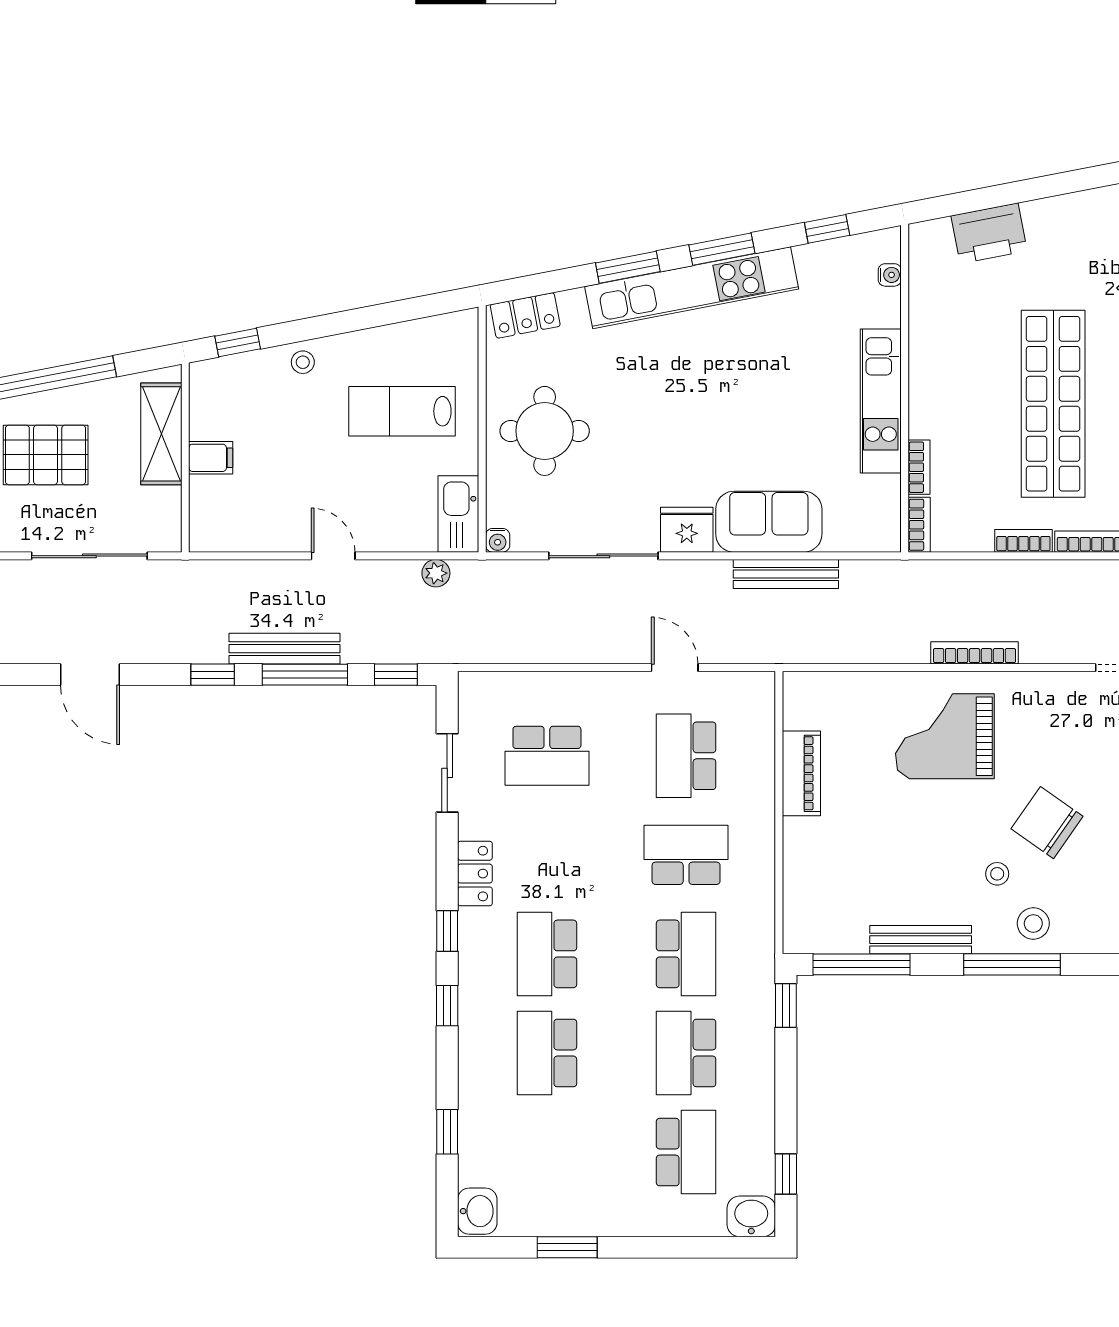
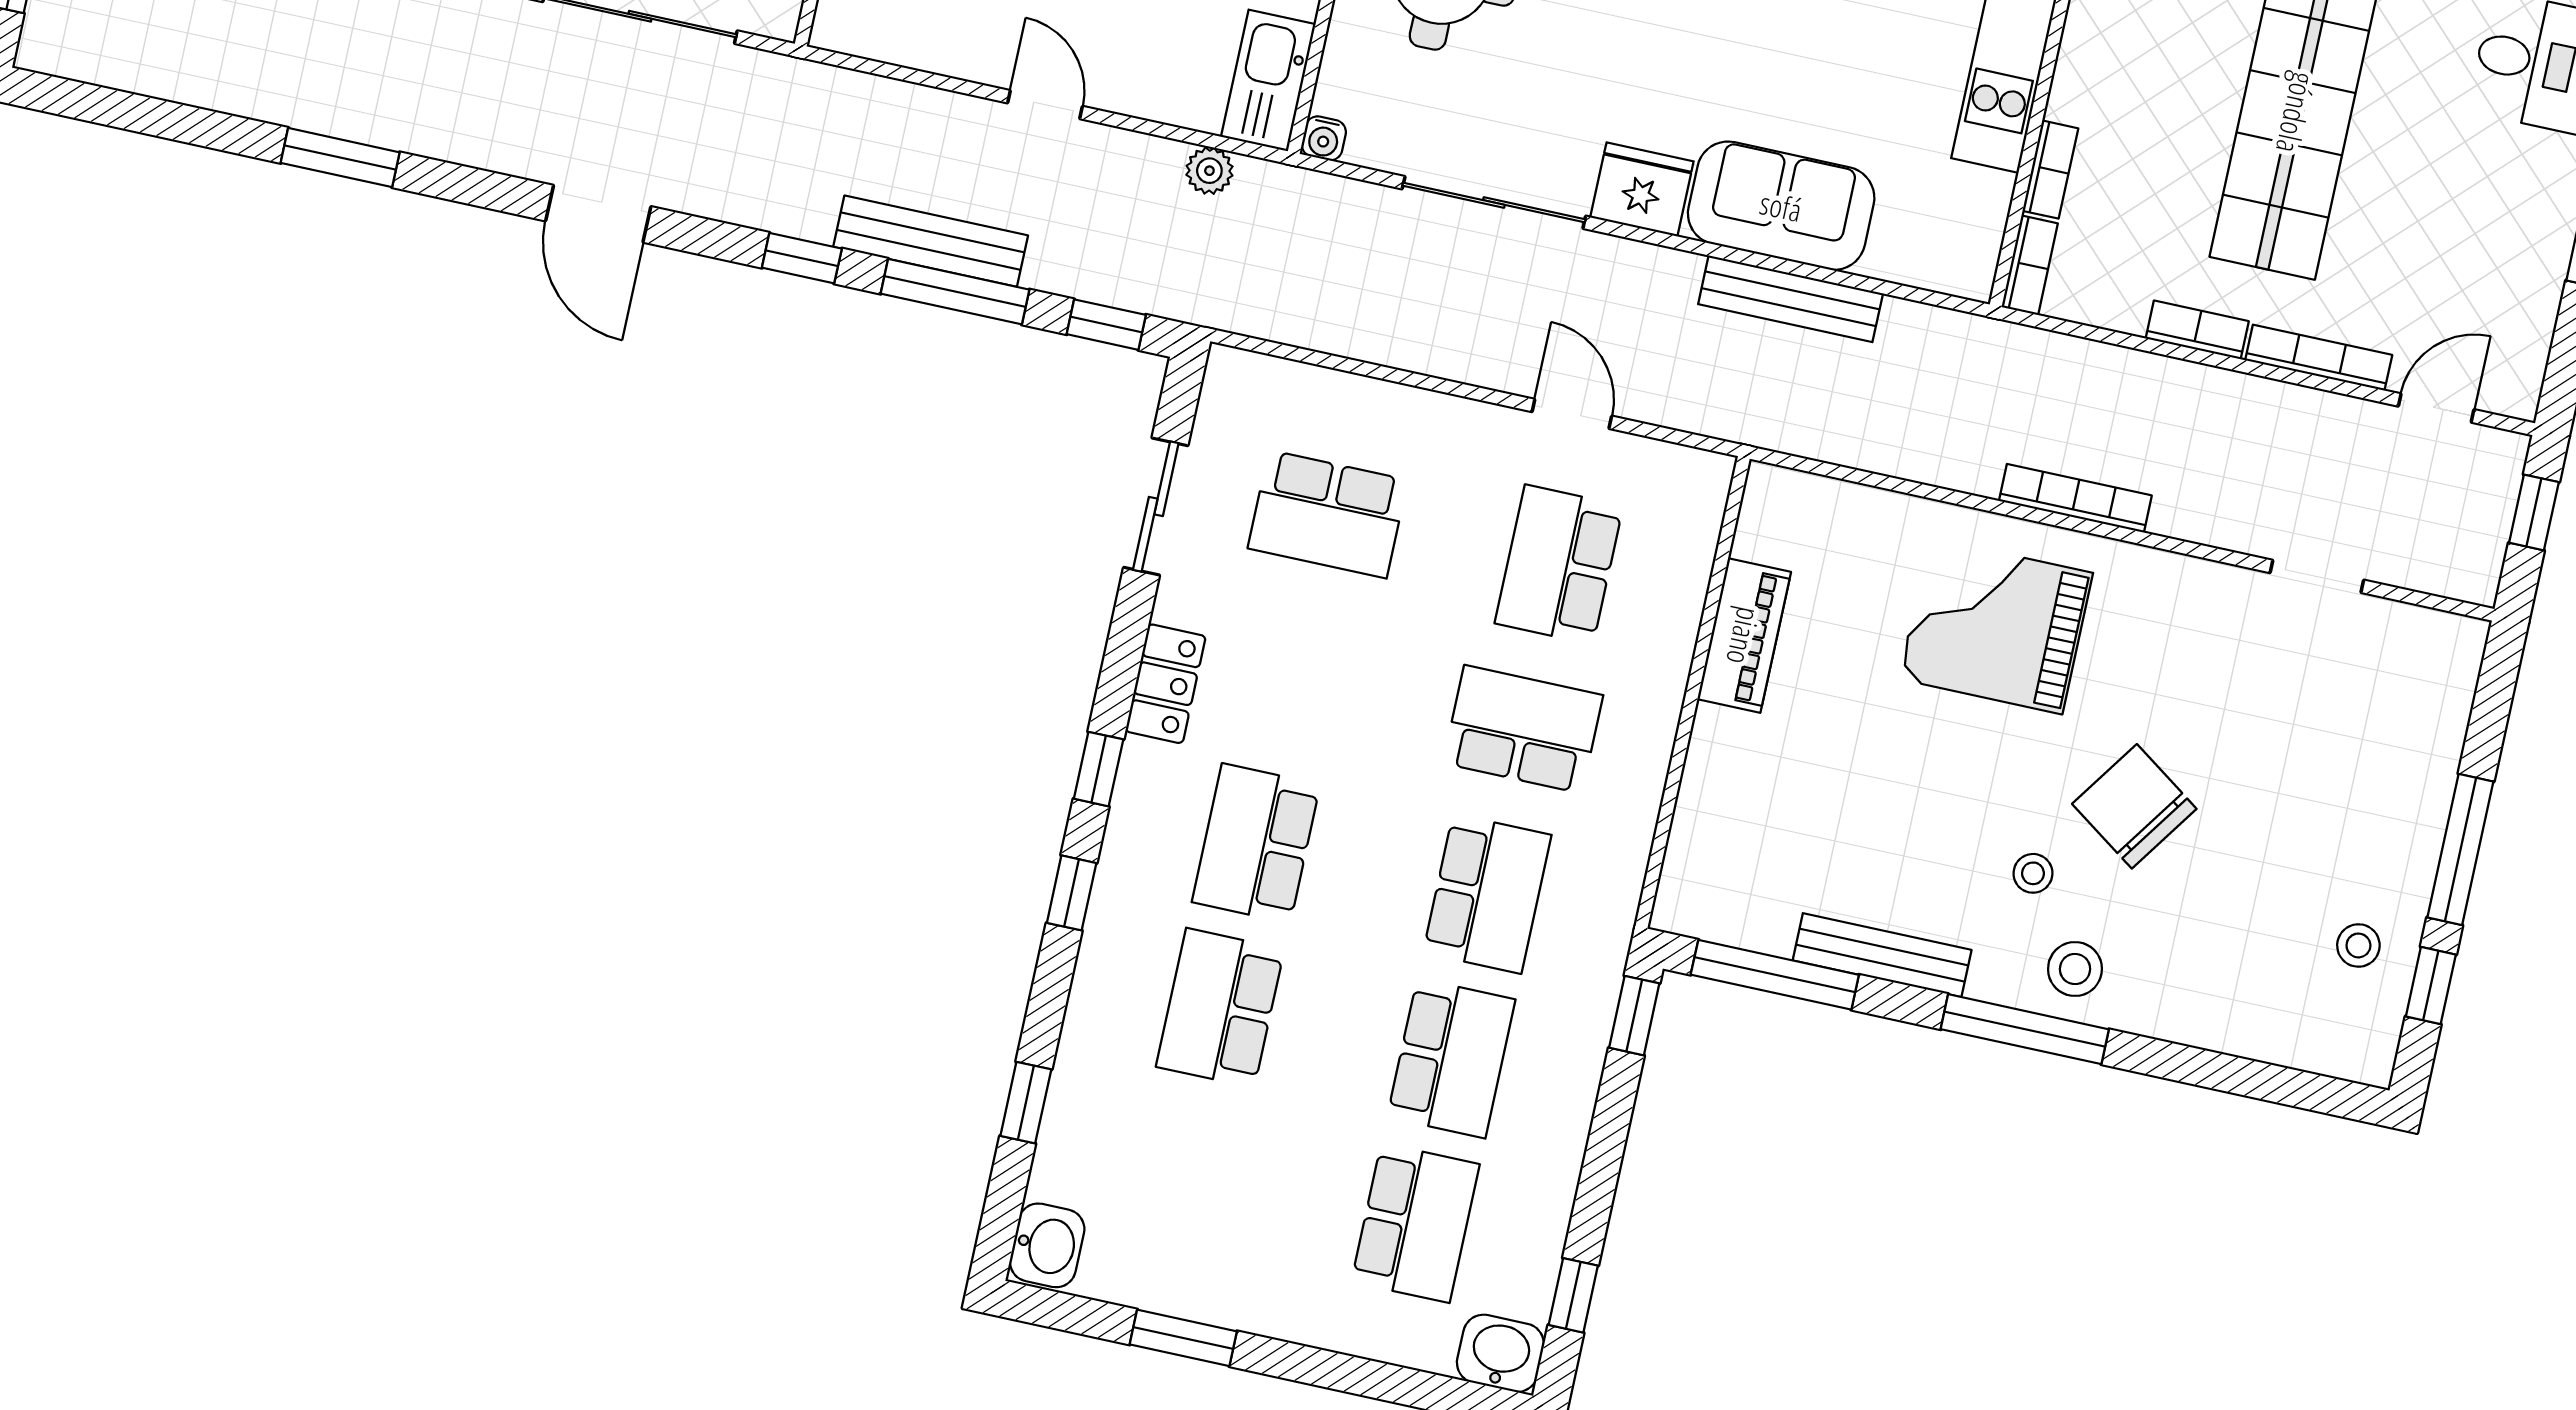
school desk: (686, 1053) -> (1451, 1058), turned 180

